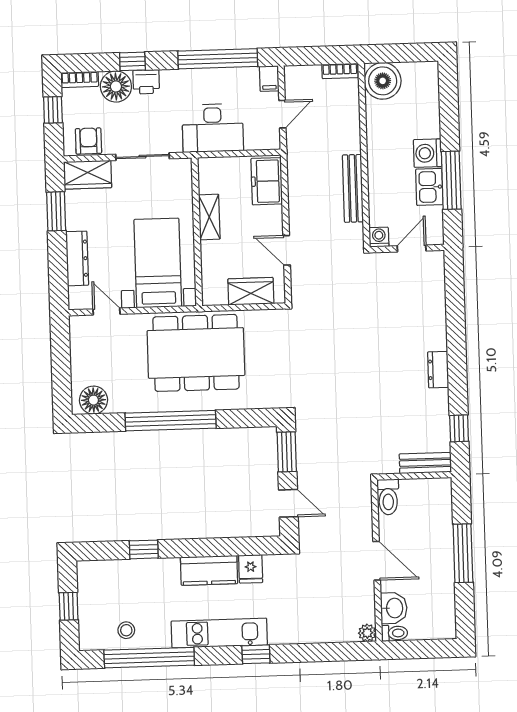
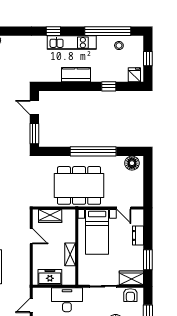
freezer: (267, 181) -> (50, 277), moved, turned -90
dresser: (77, 258) -> (138, 235), width x0.70
fridge: (251, 569) -> (134, 75), moved

